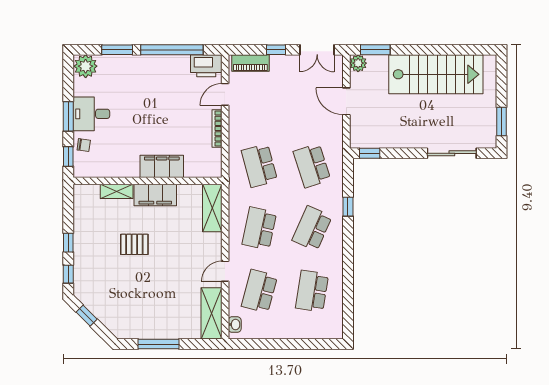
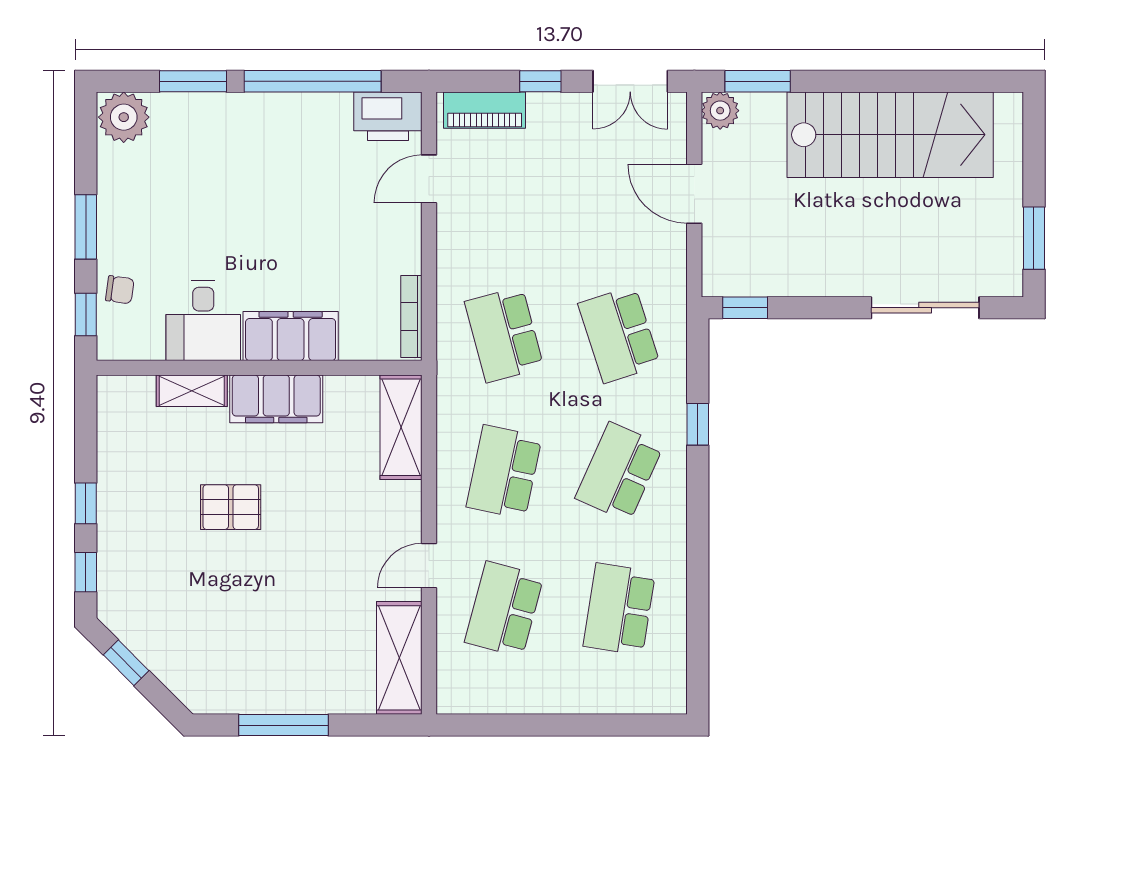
desk: (91, 114) -> (203, 321), moved, turned -90
bookcase: (217, 129) -> (411, 317), moved
washbasin: (235, 325) -> (450, 682), removed

